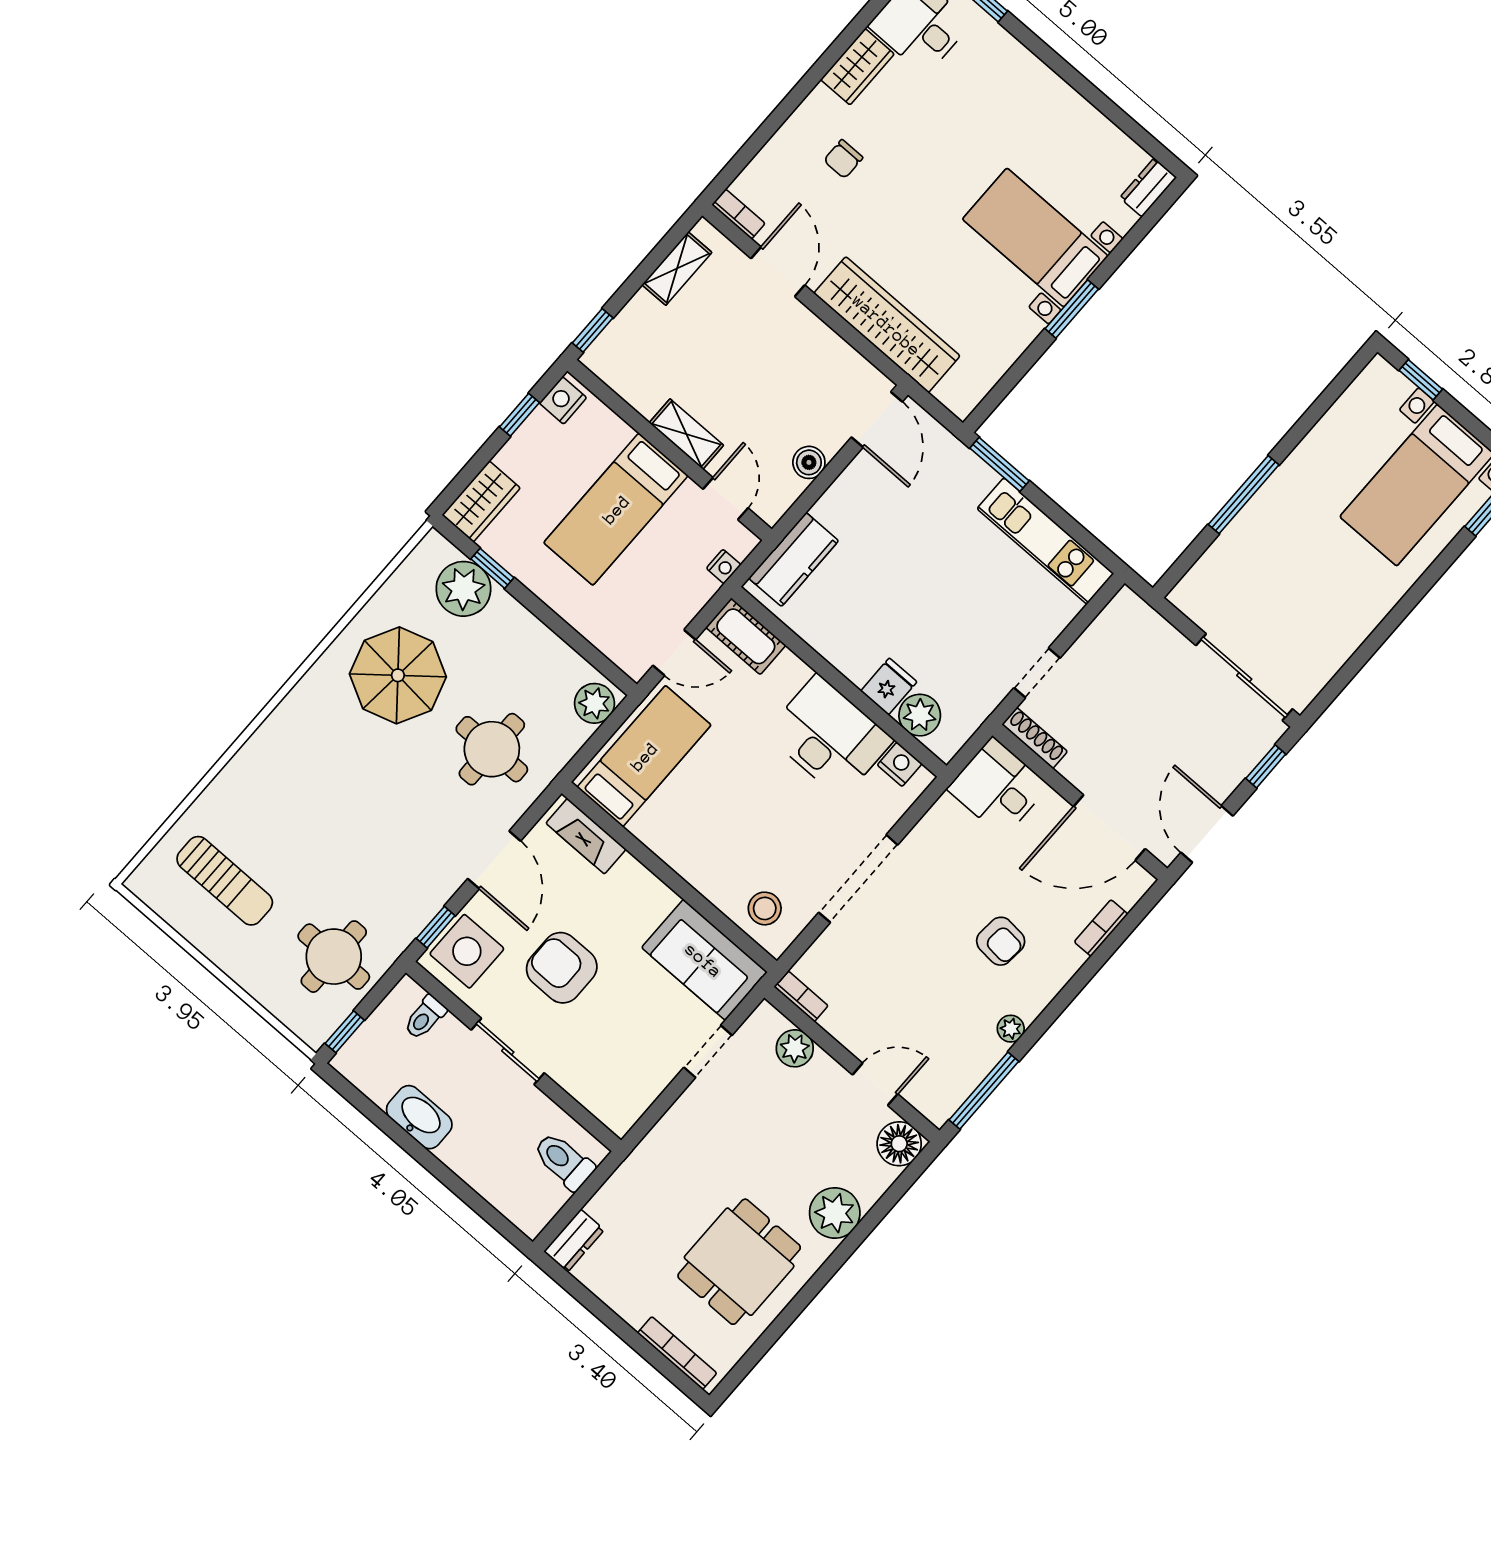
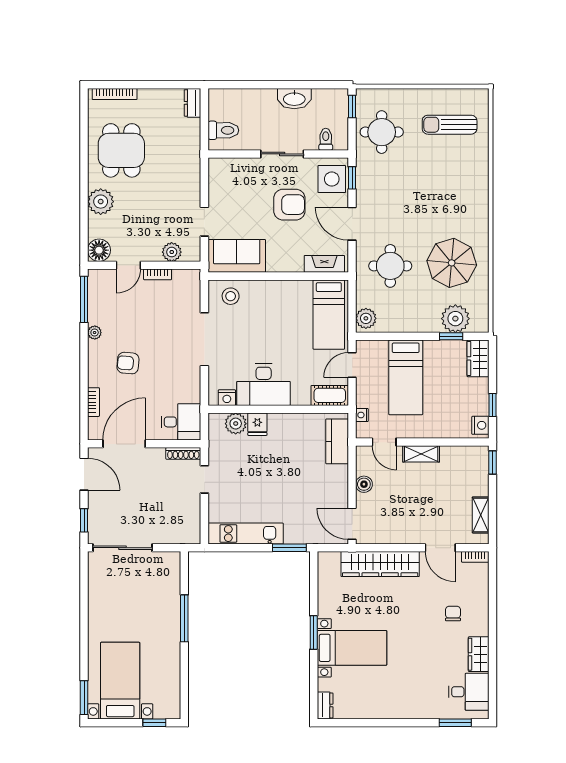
bed: (616, 509) -> (406, 377), moved, turned 180
bookcase: (801, 996) -> (158, 274), moved

